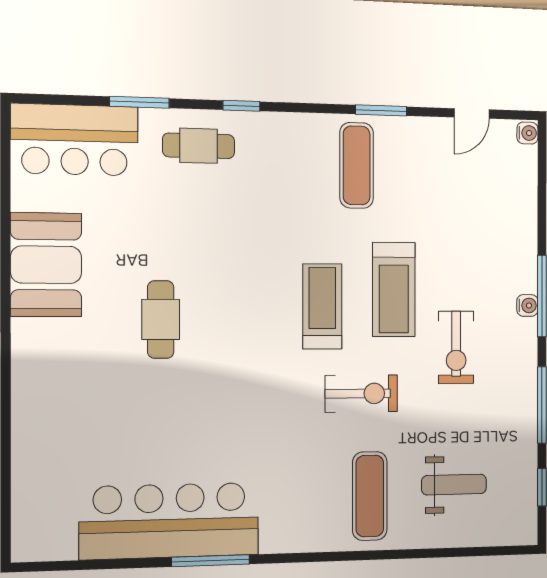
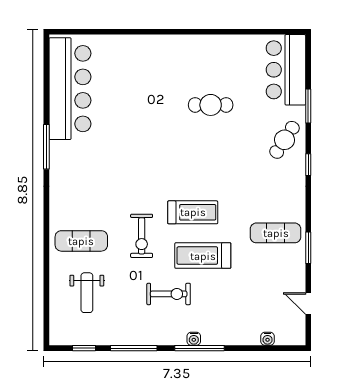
water cooler: (527, 133) -> (268, 339), moved
cafe table: (199, 146) -> (284, 140), turned 33
booth: (46, 265) -> (215, 54), removed
cafe table: (161, 319) -> (211, 105), moved
exercise bike: (456, 347) -> (169, 294), turned 180
bar counter: (170, 521) -> (70, 89), moved

